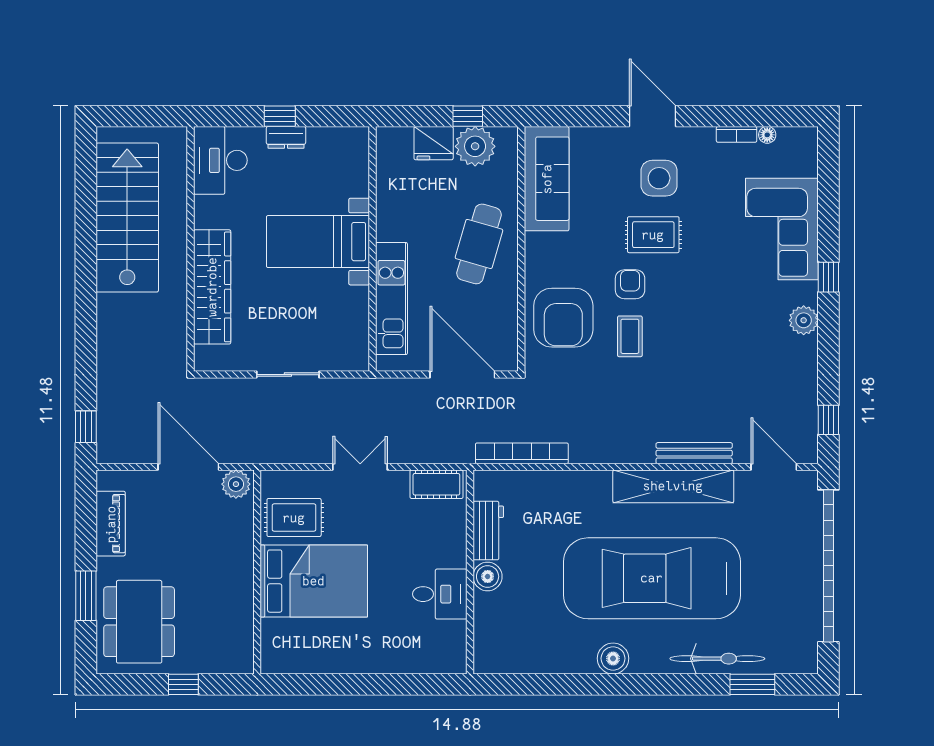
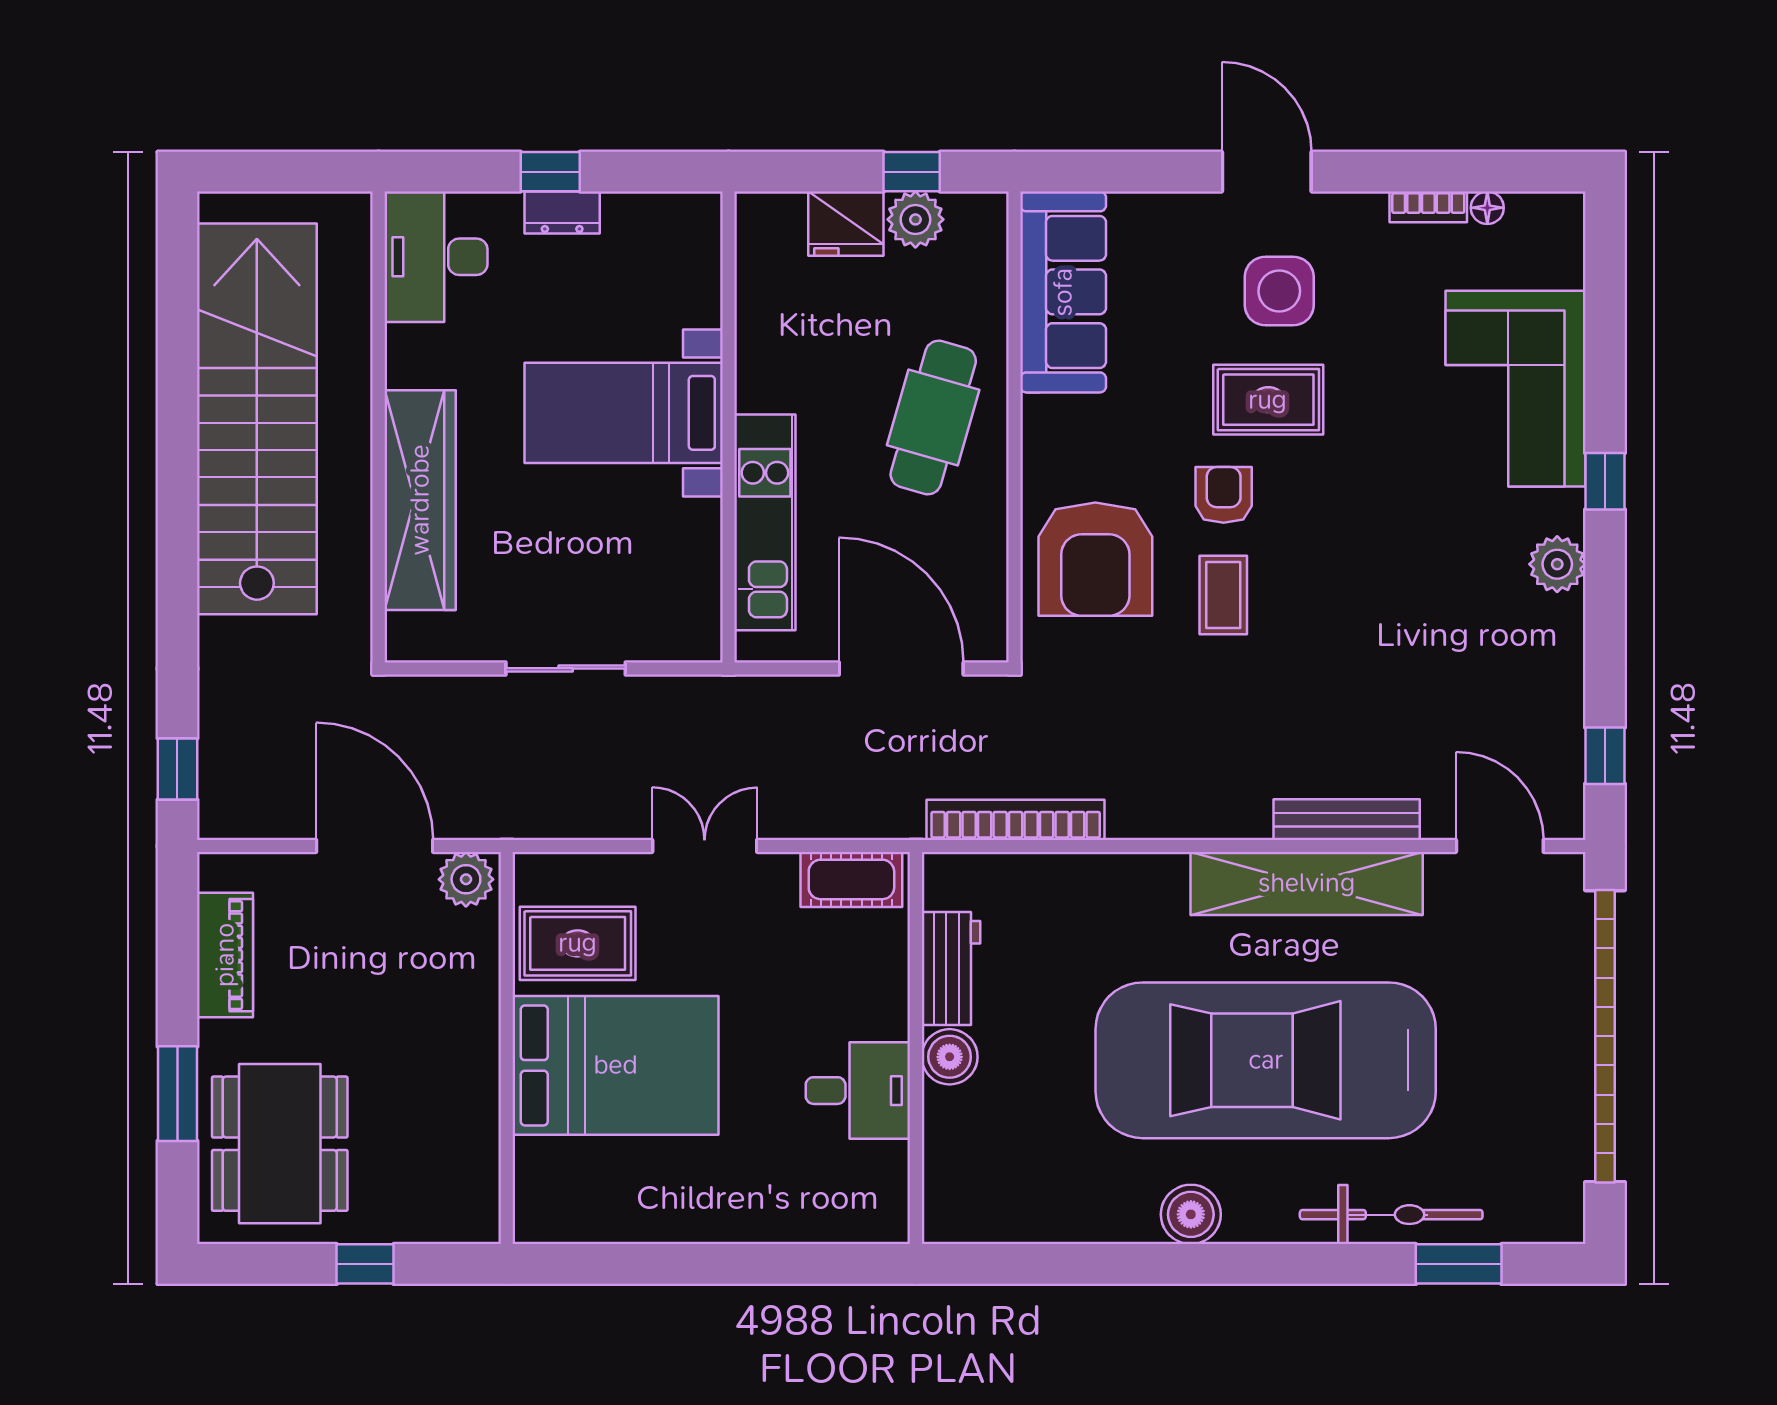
plant: (475, 146) -> (915, 219), width x0.73, depth x0.73
stairs: (127, 218) -> (257, 419), width x1.36

